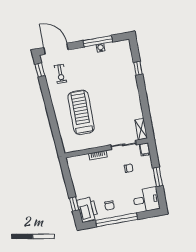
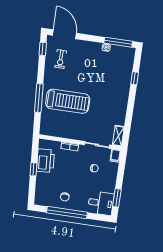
window: (98, 41) -> (118, 42), moved
treadmill: (81, 112) -> (68, 101), turned 90
window: (52, 119) -> (39, 98), added
window: (158, 177) -> (117, 198), moved
window: (74, 204) -> (33, 169), moved
printer: (87, 209) -> (45, 161), moved

